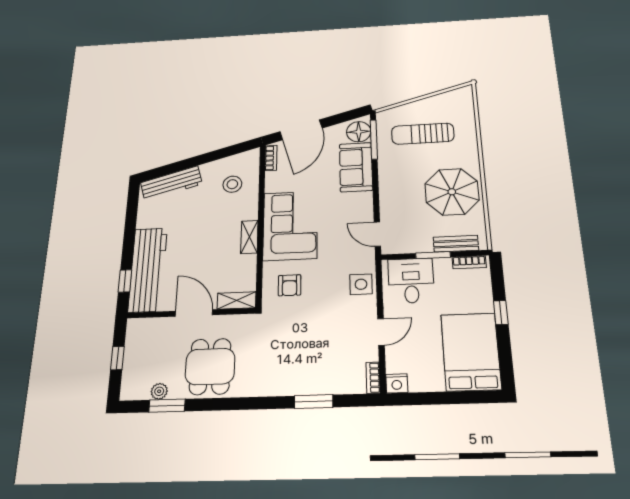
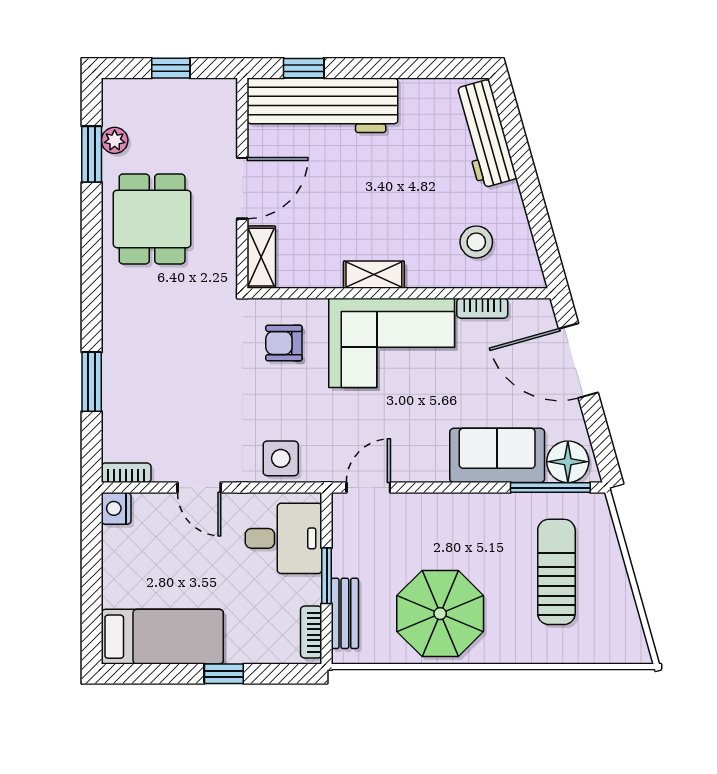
bookcase: (271, 158) -> (482, 308), moved
bed: (471, 352) -> (162, 637), width x0.67
dining table: (210, 366) -> (152, 219), turned 90

